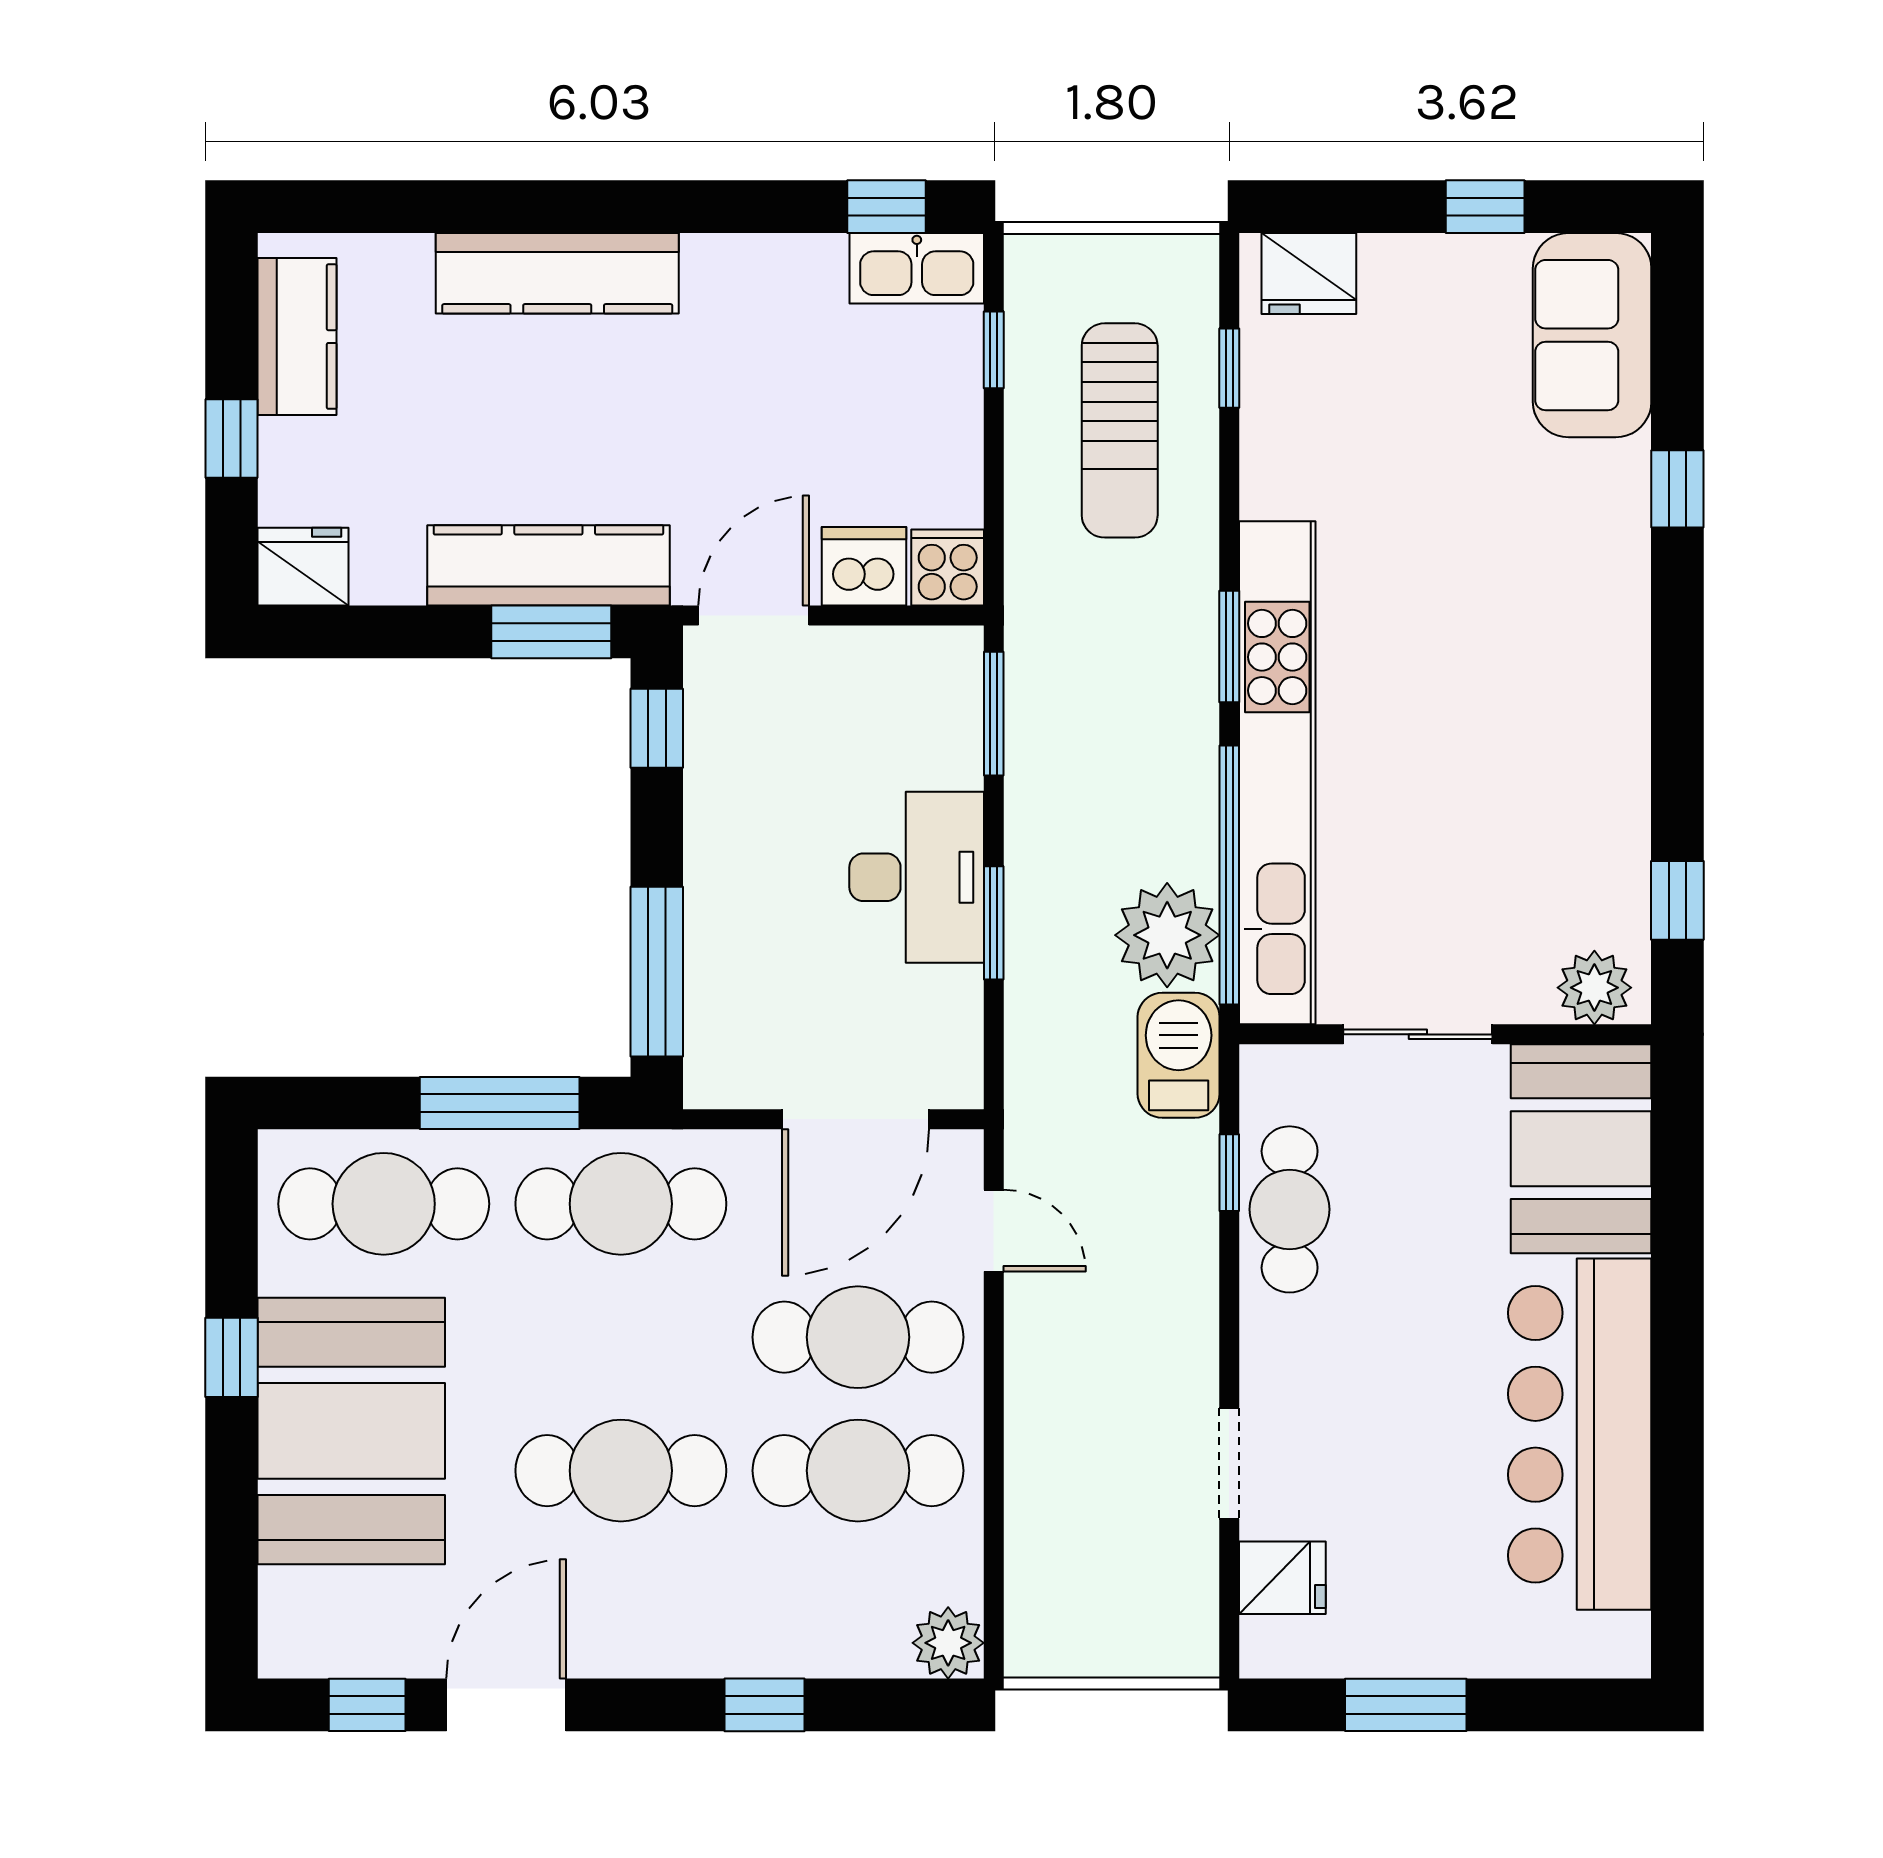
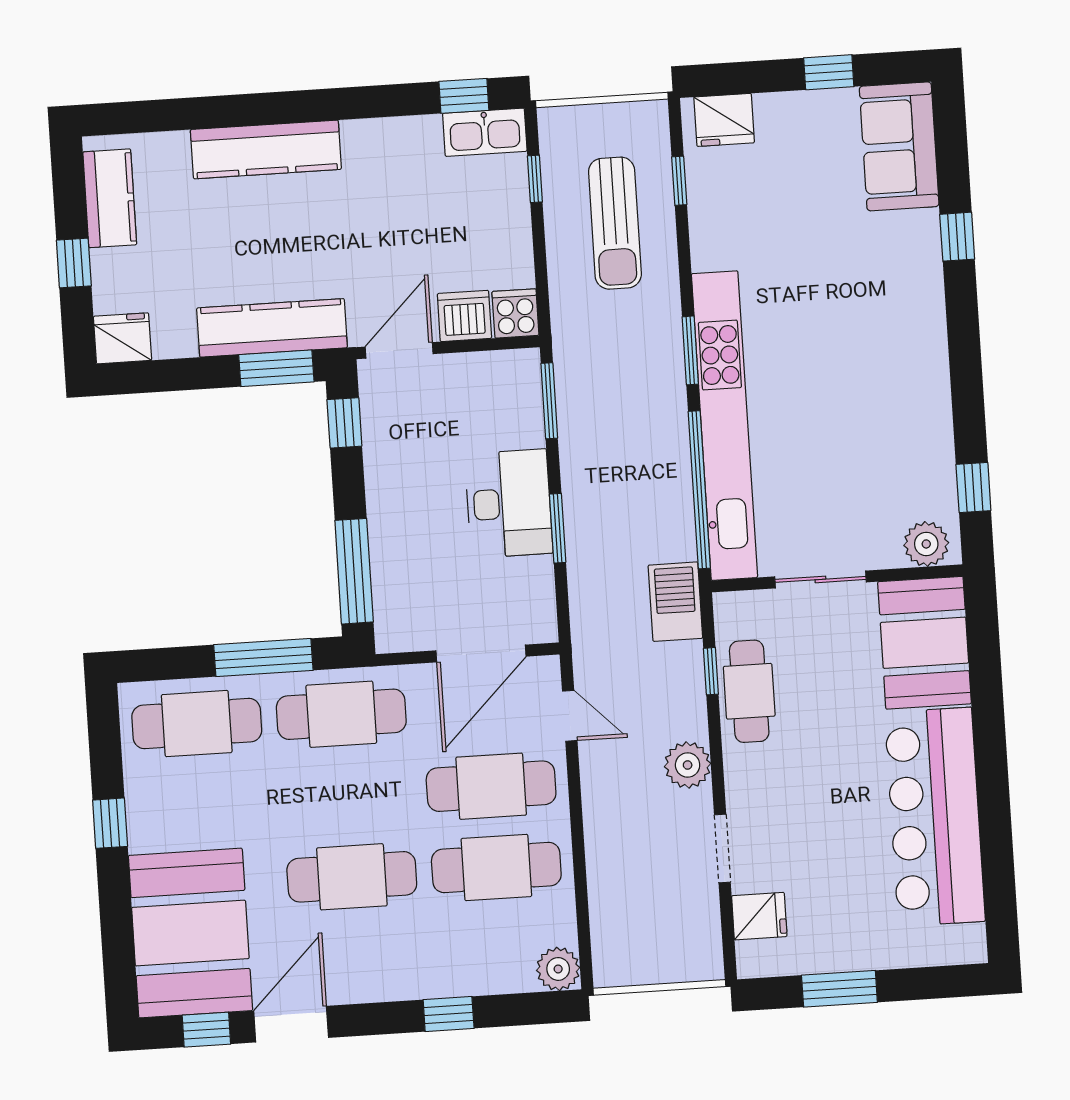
plant: (1167, 935) -> (688, 765), moved, width x0.73, depth x0.73
booth: (351, 1431) -> (190, 933), moved

